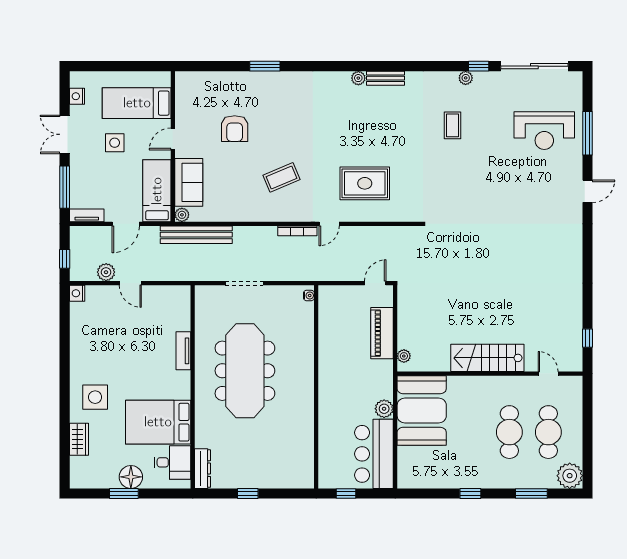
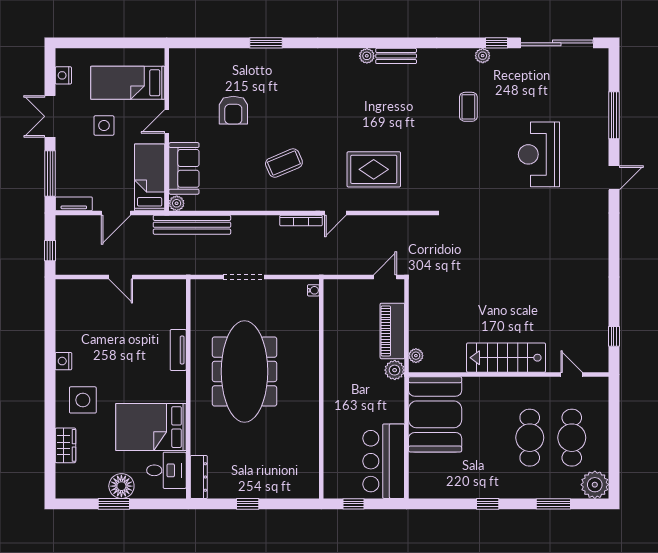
reception desk: (544, 131) -> (539, 154), moved, turned 90
plant: (106, 272) -> (95, 265), removed
nightstand: (77, 293) -> (63, 361), moved
plant: (384, 409) -> (395, 370), moved

